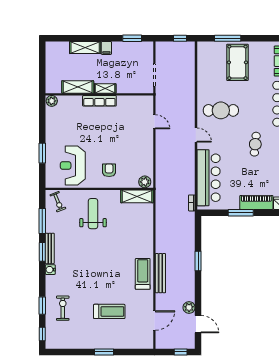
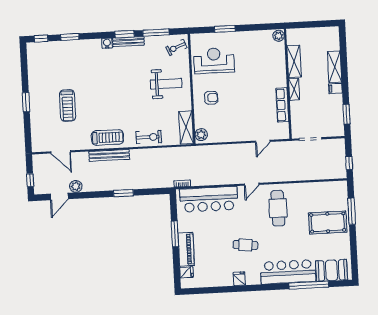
row of seats: (99, 101) -> (282, 105), moved
exercise bike: (63, 308) -> (149, 137), moved

